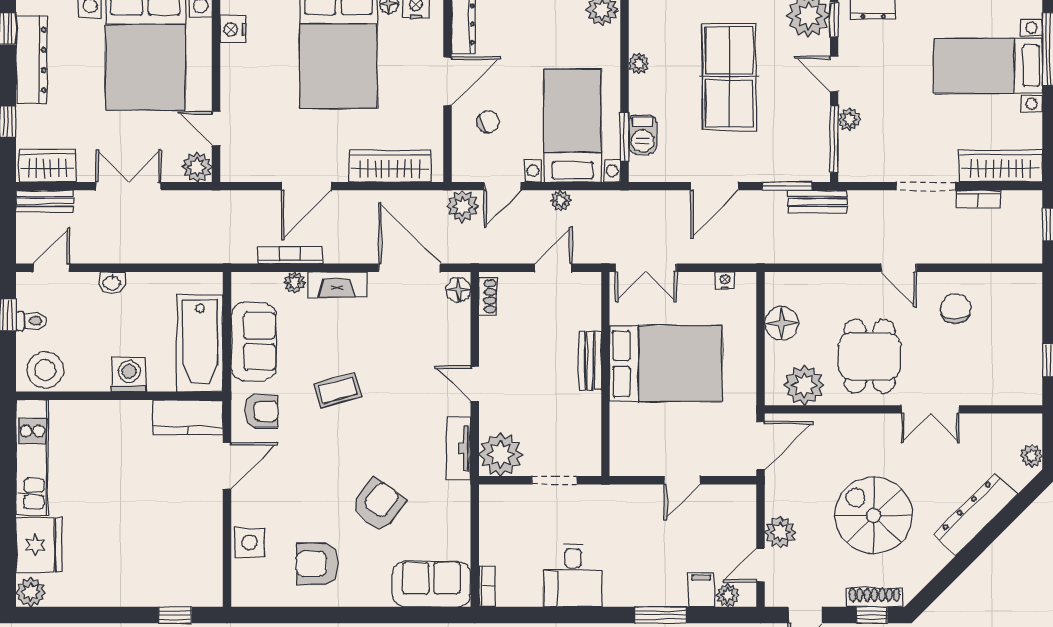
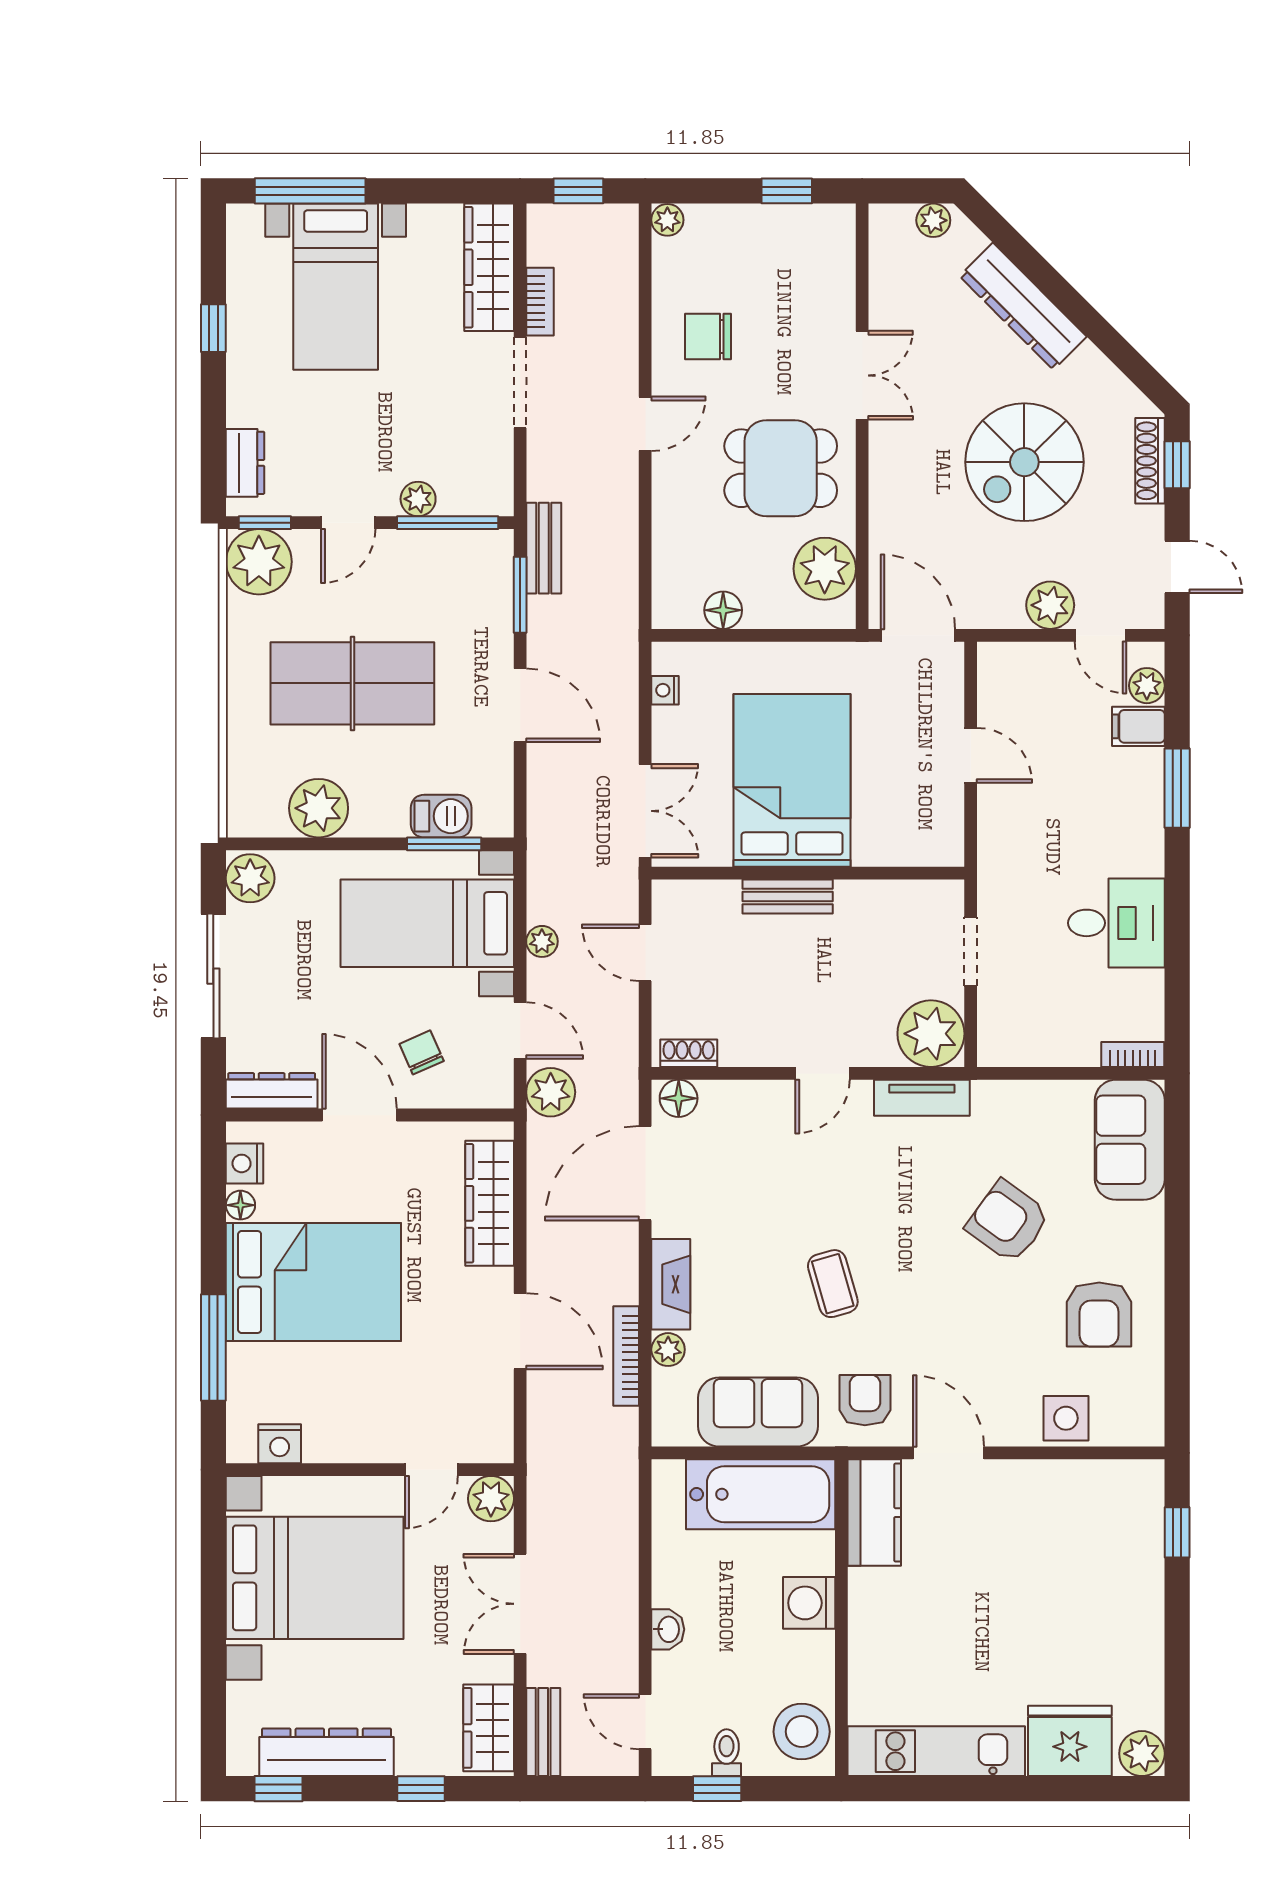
plant: (639, 64) -> (319, 808), width x1.88, depth x1.88
plant: (1032, 282) -> (667, 220), added
floor lamp: (782, 323) -> (723, 610), width x0.73, depth x0.73

